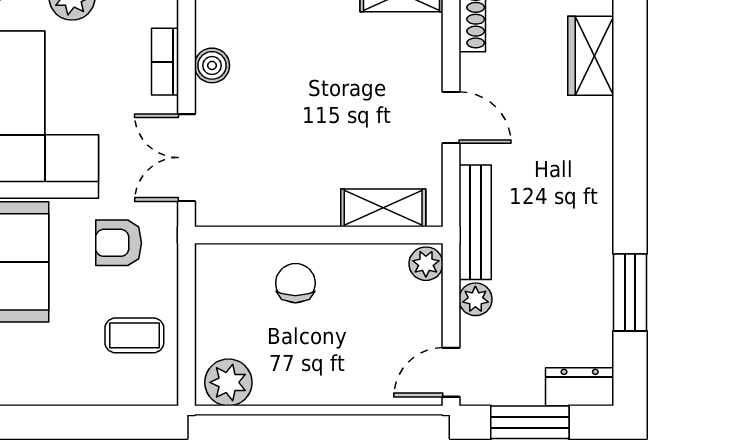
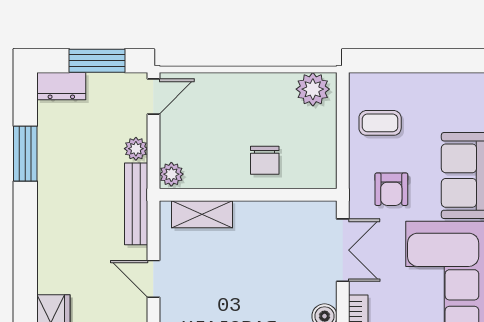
armchair: (119, 243) -> (391, 189), turned 90

